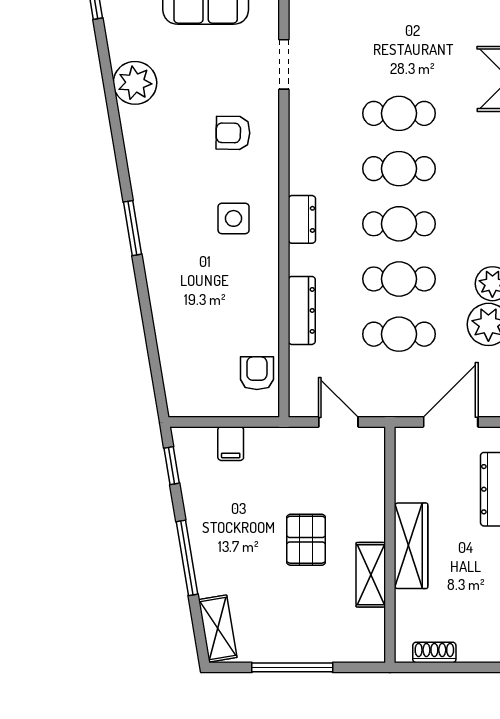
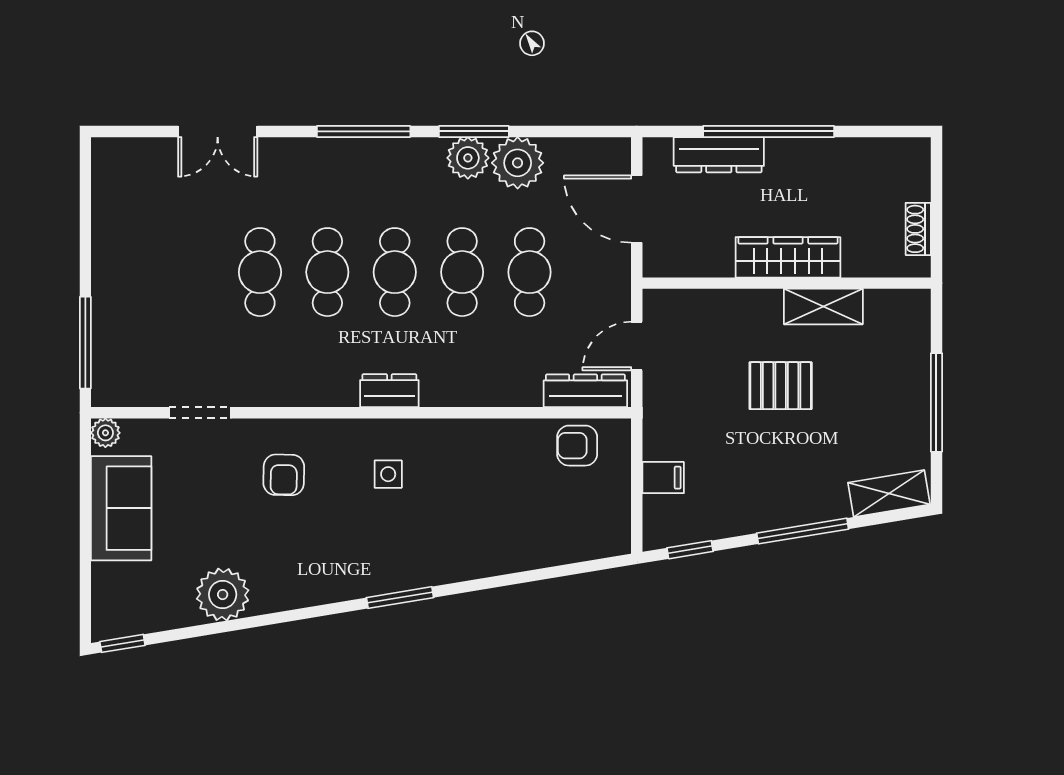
side table: (234, 218) -> (388, 474), width x0.73, depth x0.73
dresser: (302, 310) -> (585, 391), moved

